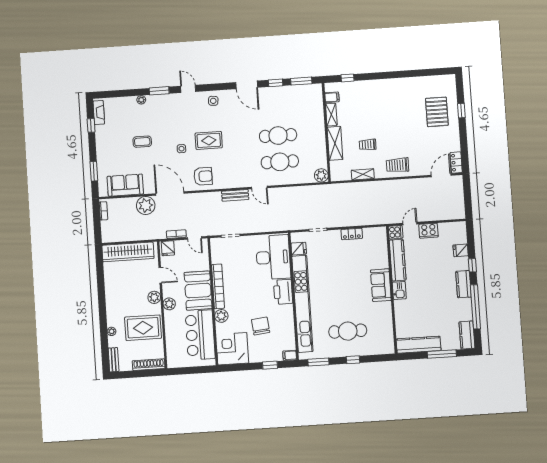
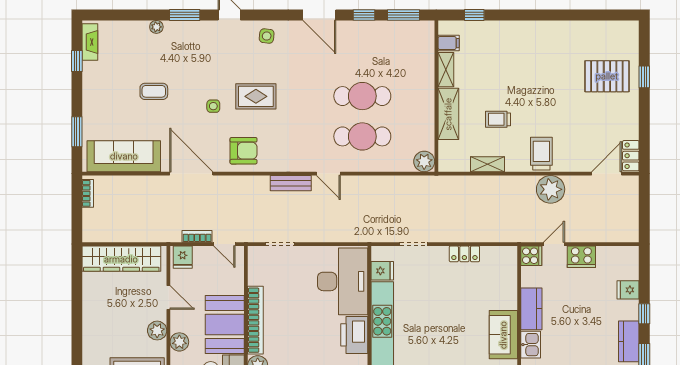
pallet: (437, 112) -> (607, 76), turned 90
trolley: (398, 165) -> (541, 154), turned 90
sofa: (125, 185) -> (124, 156), width x1.36
plant: (146, 205) -> (551, 189), moved
kitchen counter: (398, 260) -> (531, 309), width x0.67

